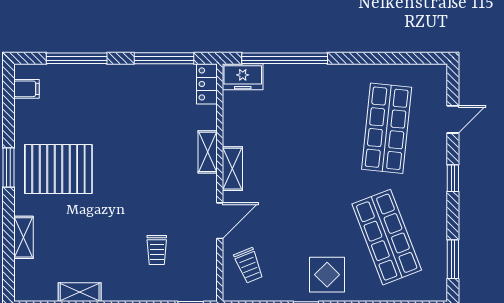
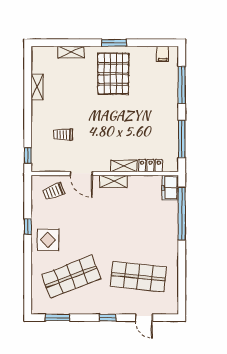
locker: (207, 84) -> (150, 166), moved

